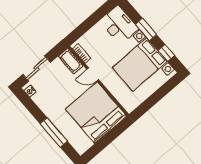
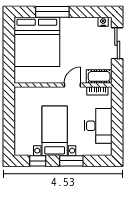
desk: (119, 25) -> (98, 126), moved, turned -90
bed with nightstands: (140, 64) -> (55, 131), width x0.73
bed: (96, 112) -> (37, 42), moved, turned 90

